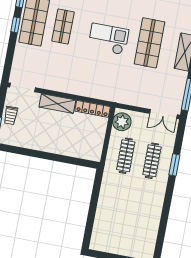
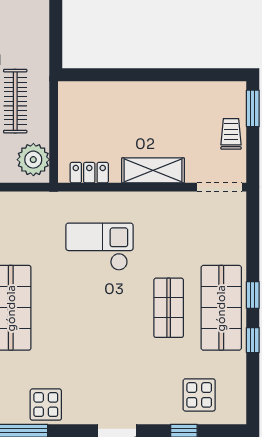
checkout: (108, 39) -> (100, 247), moved, turned 180
locker: (93, 109) -> (89, 173), width x0.66

